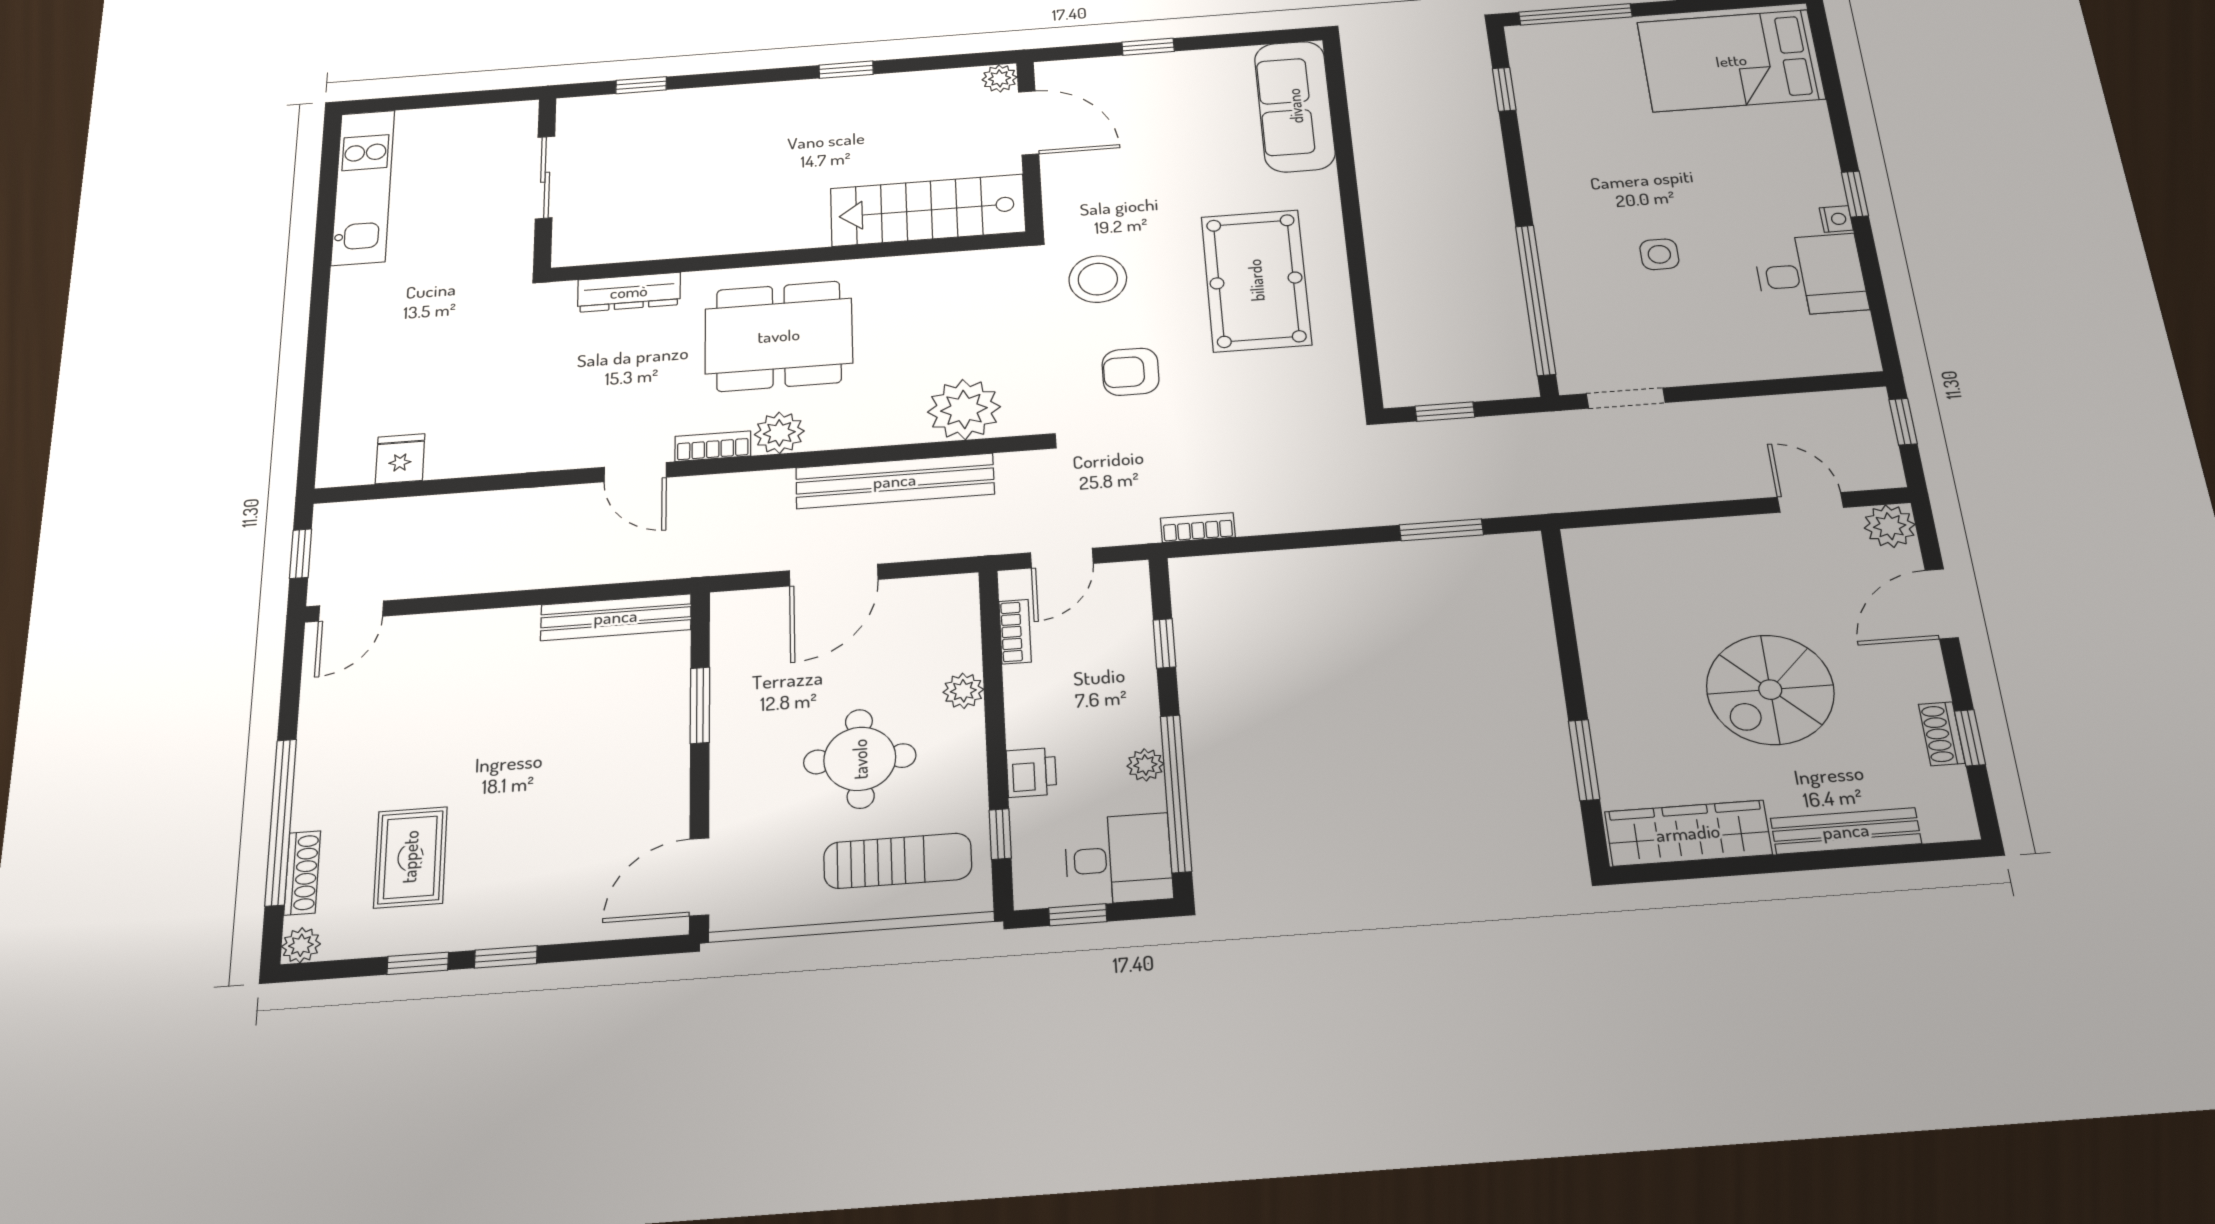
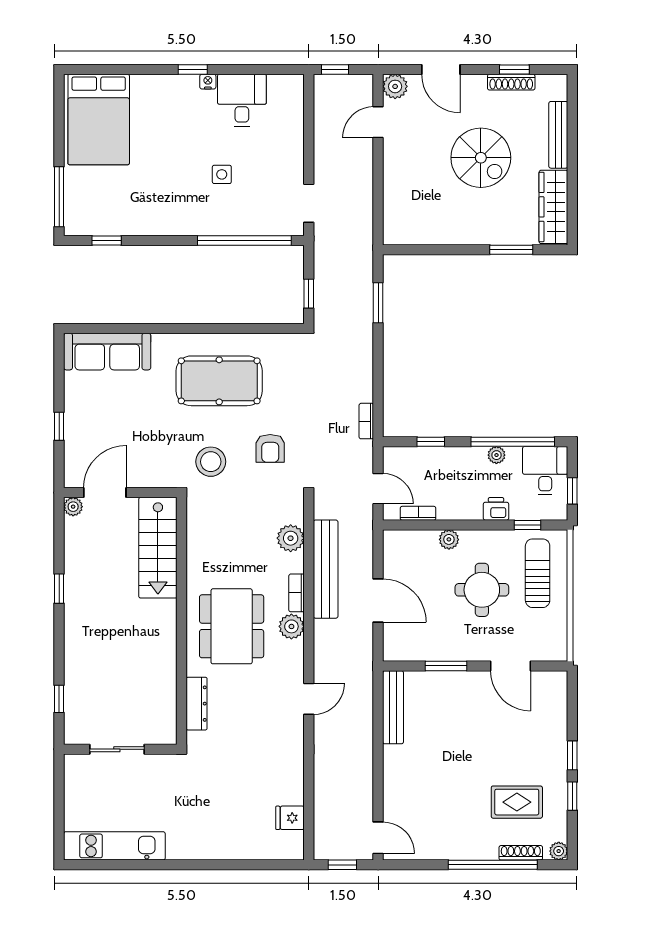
plant: (964, 409) -> (291, 538), width x0.73, depth x0.73
bookcase: (713, 446) -> (297, 593), moved
shoe rack: (1942, 734) -> (511, 82), width x1.43
door: (699, 877) -> (511, 666), moved

